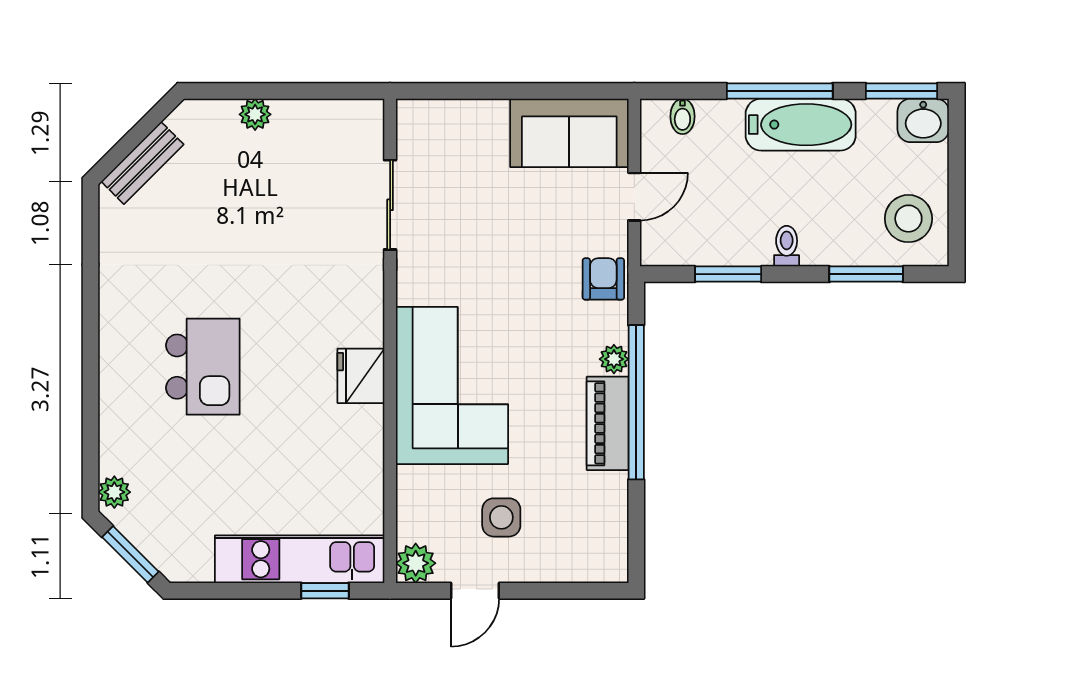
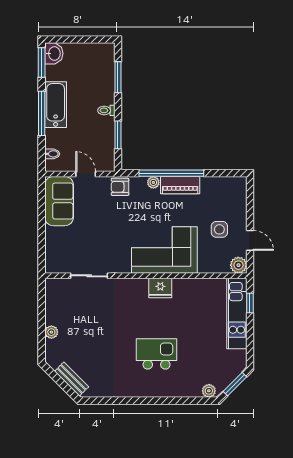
stool: (908, 219) -> (95, 60), removed

